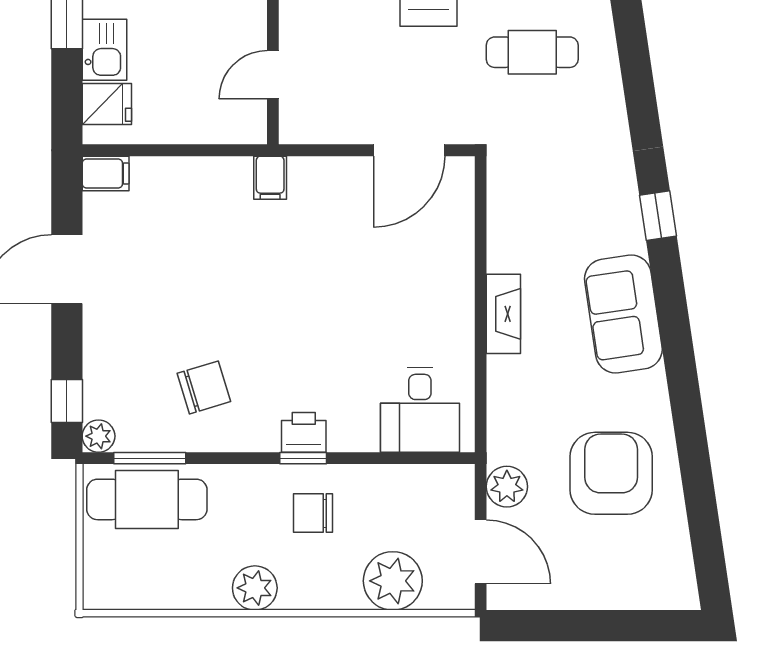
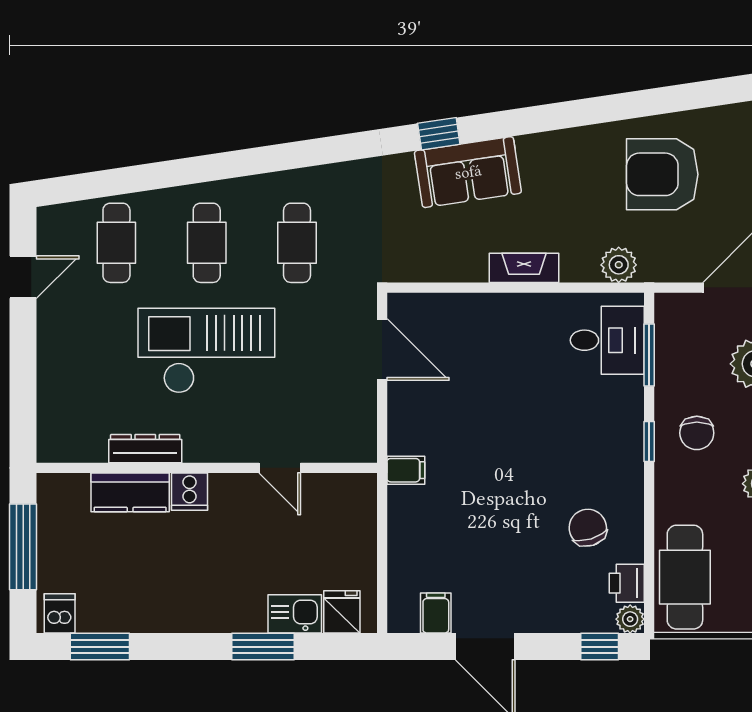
door: (273, 75) -> (280, 468), moved
filing cabinet: (106, 174) -> (436, 613), moved
sofa: (623, 314) -> (468, 172), moved
printer: (304, 432) -> (627, 583), moved
window: (150, 458) -> (649, 355), moved
plant: (507, 487) -> (619, 265), moved

